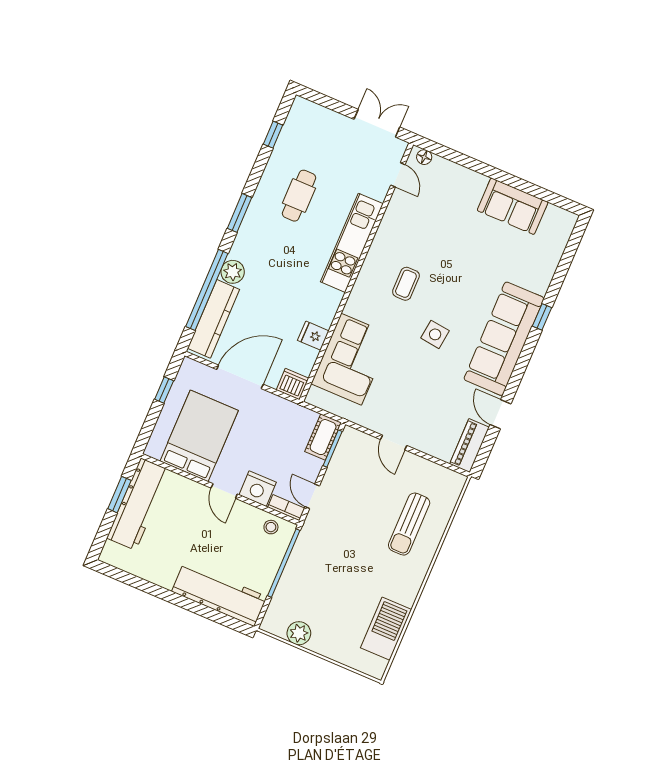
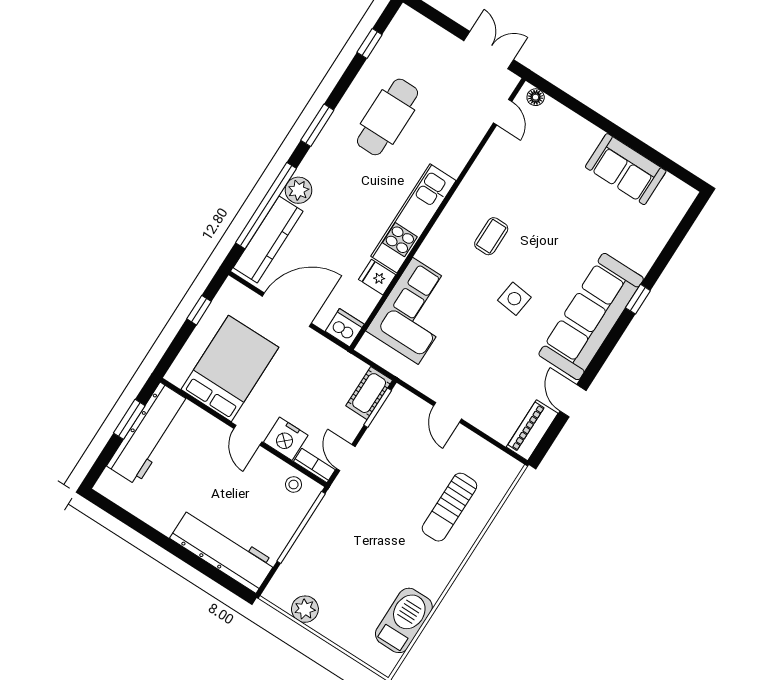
cafe table: (299, 196) -> (387, 117), width x1.37, depth x1.35
kitchen unit: (352, 243) -> (413, 218), moved

